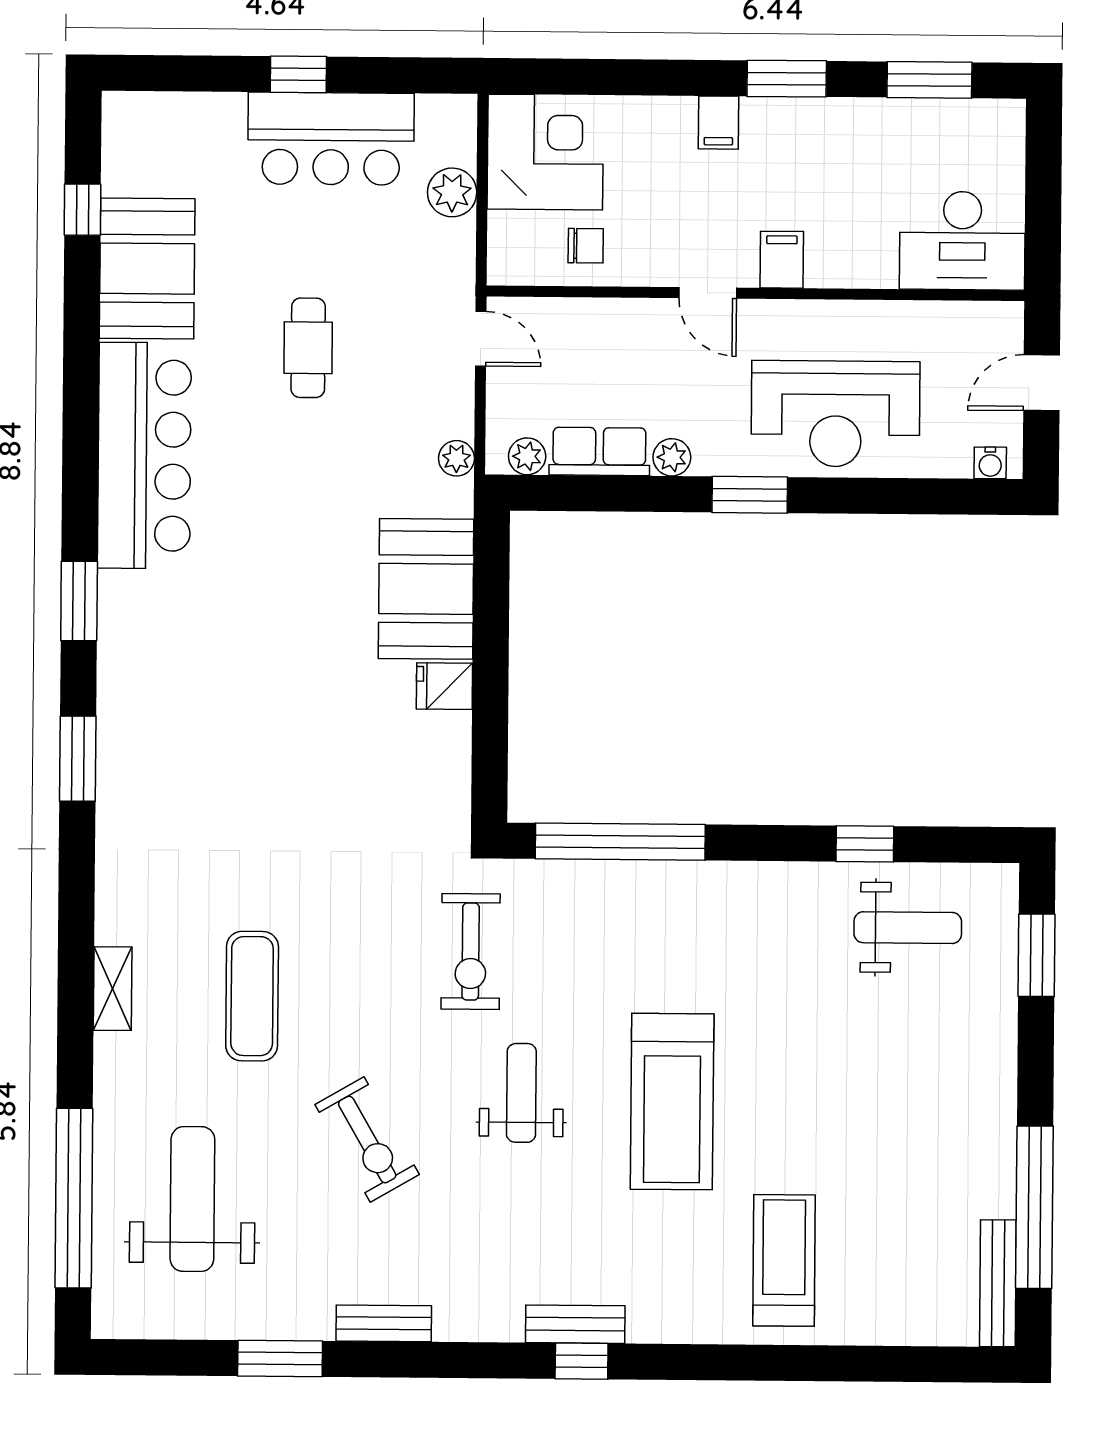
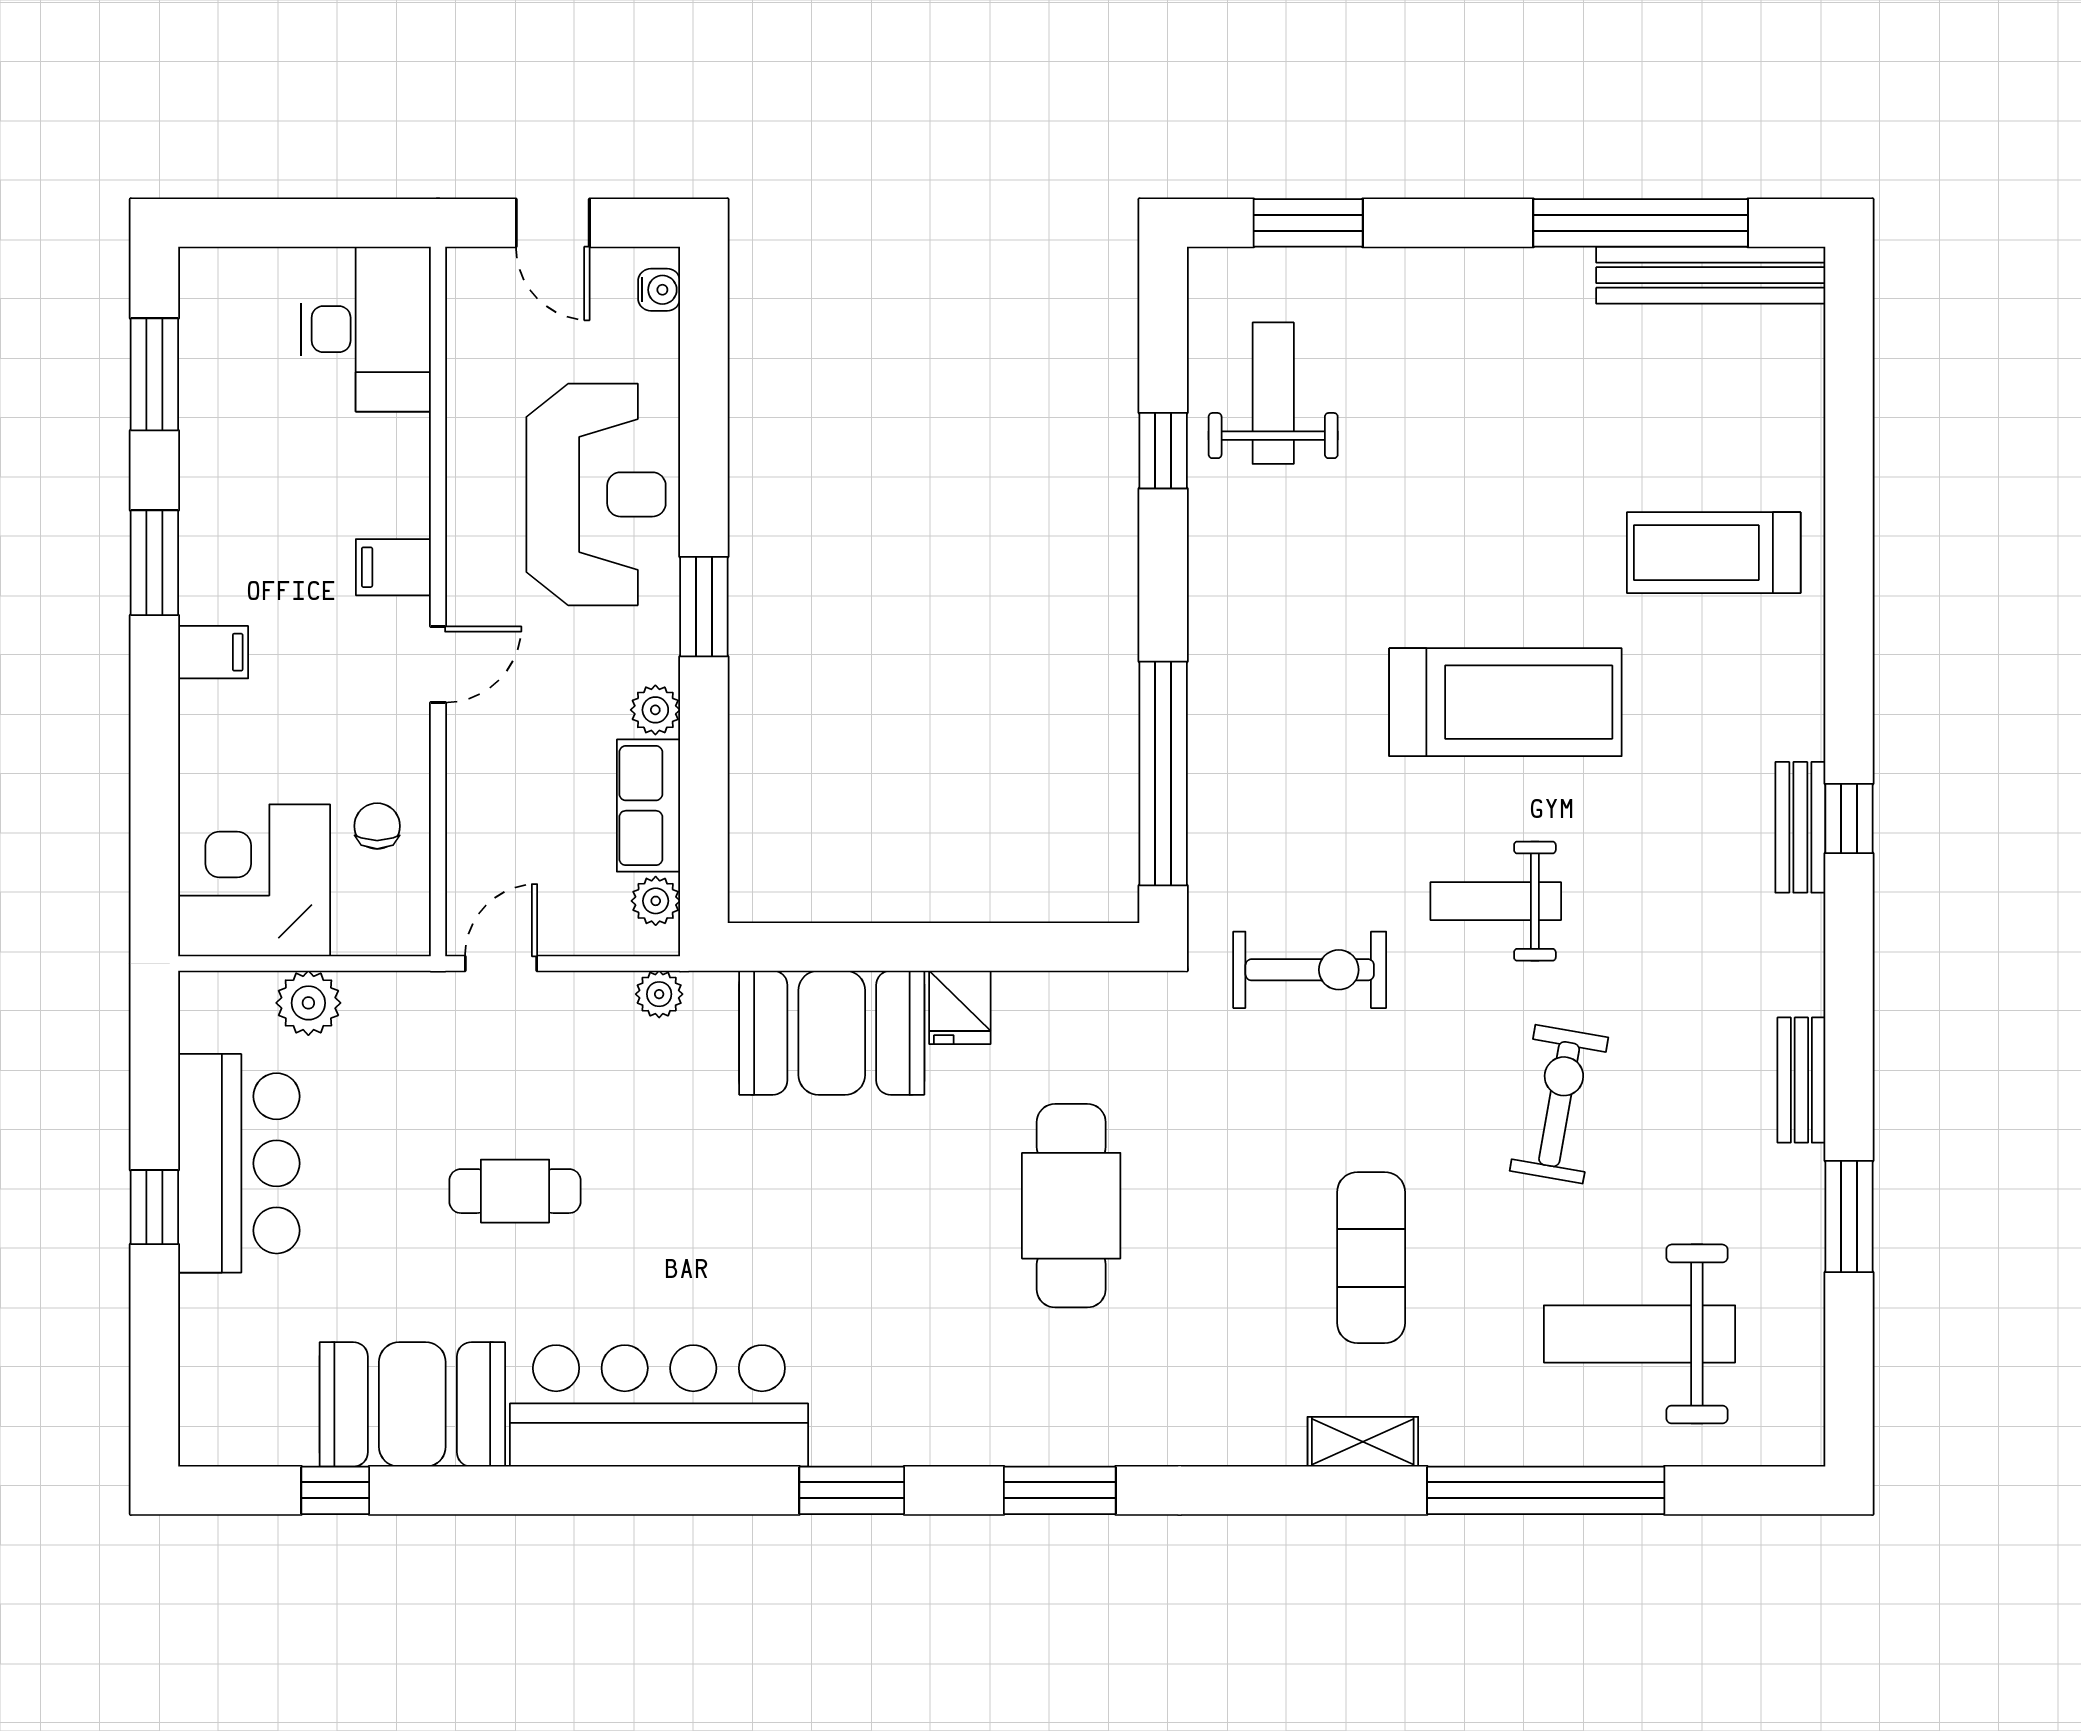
cafe table: (293, 769) -> (1071, 1206), added
exercise mat: (252, 996) -> (1371, 1258), turned 90
exercise bike: (367, 1140) -> (1559, 1104), turned -50
window: (74, 1198) -> (1546, 1490), moved
bench: (998, 1283) -> (1711, 275), width x1.37, depth x1.21

